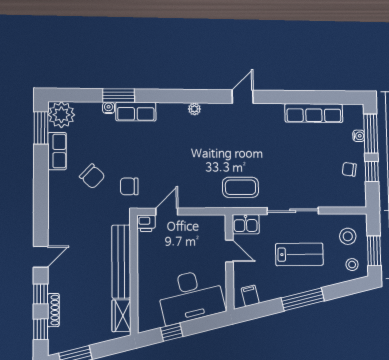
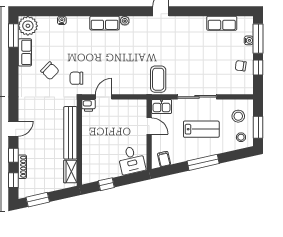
window: (119, 96) -> (69, 11), removed
row of seats: (136, 112) -> (105, 23), moved
row of seats: (314, 113) -> (222, 23), width x0.68
coffee table: (241, 187) -> (158, 79), turned 90
desk: (191, 296) -> (132, 160), width x0.53, depth x0.77

